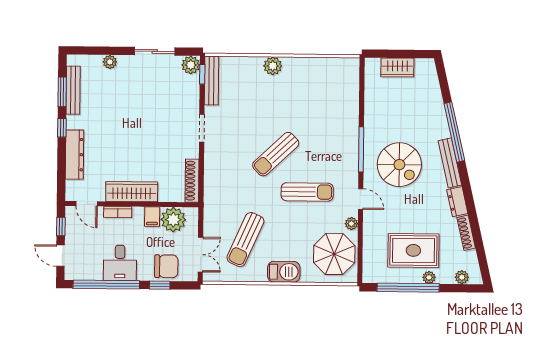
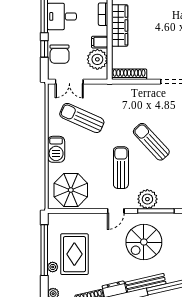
sun lounger: (307, 192) -> (121, 168), turned 180
plant: (351, 224) -> (147, 199), moved, width x1.88, depth x1.88

